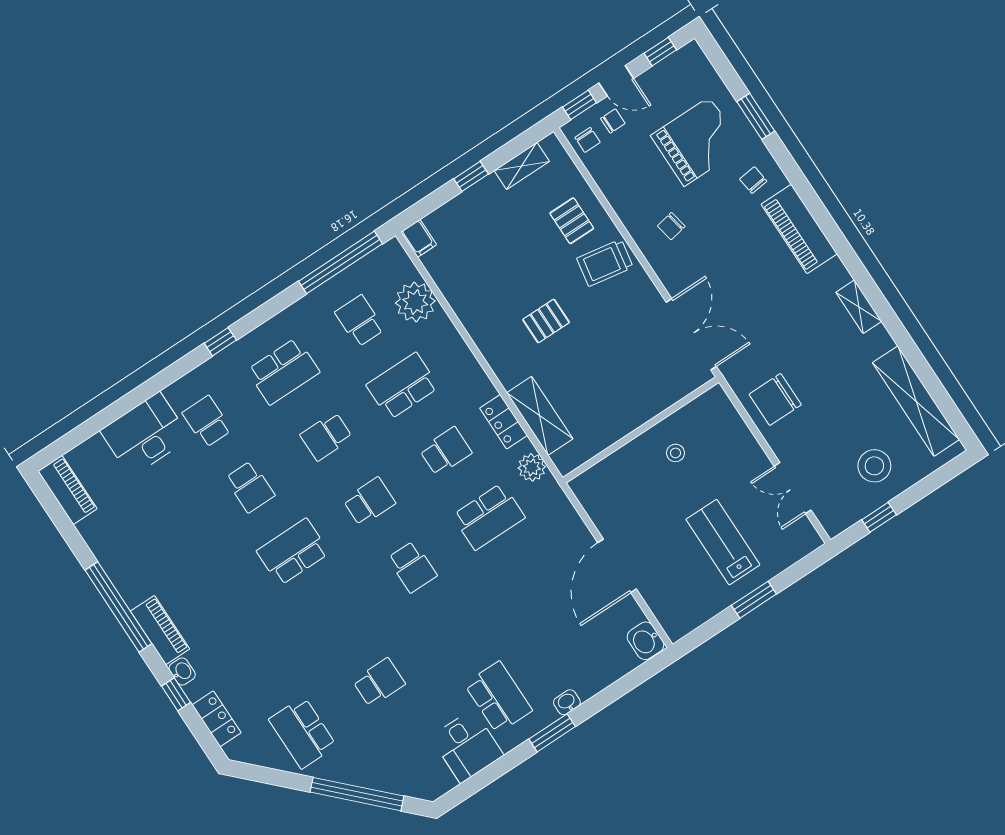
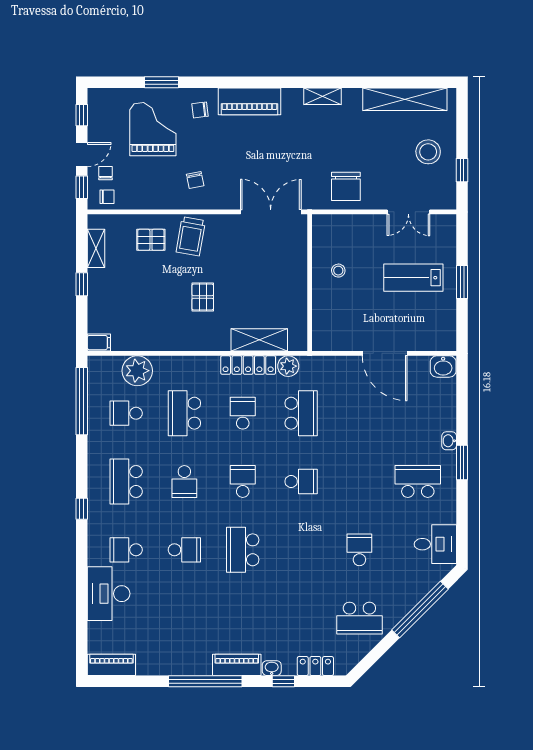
school desk: (283, 371) -> (126, 481), turned 180
locker: (503, 422) -> (248, 365), width x1.53
desk: (467, 746) -> (435, 544), moved

